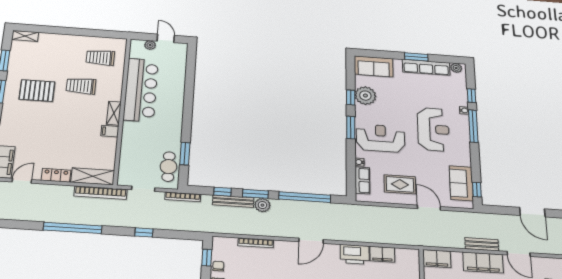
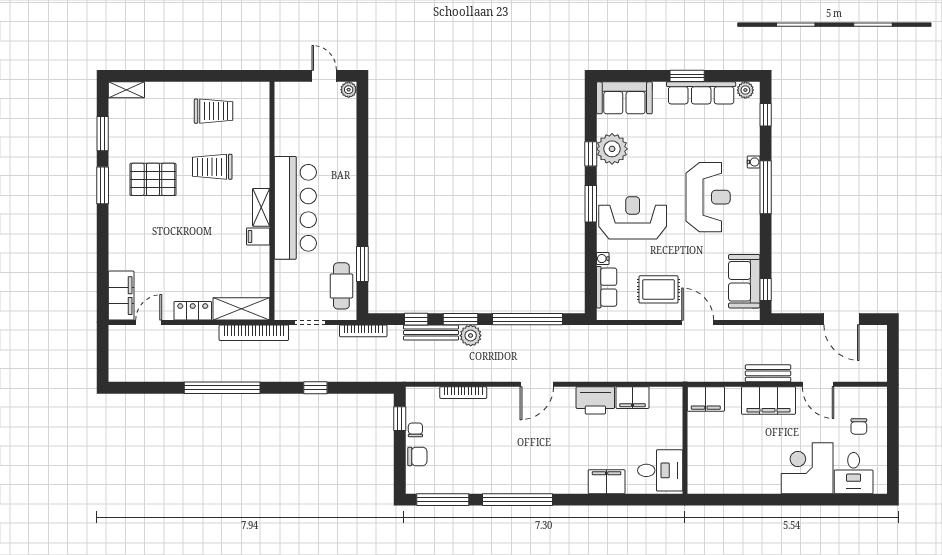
plant: (150, 45) -> (349, 90), moved
trolley: (100, 58) -> (214, 111), moved, turned 180
bar counter: (141, 90) -> (295, 208), moved
window: (471, 96) -> (766, 115), moved

